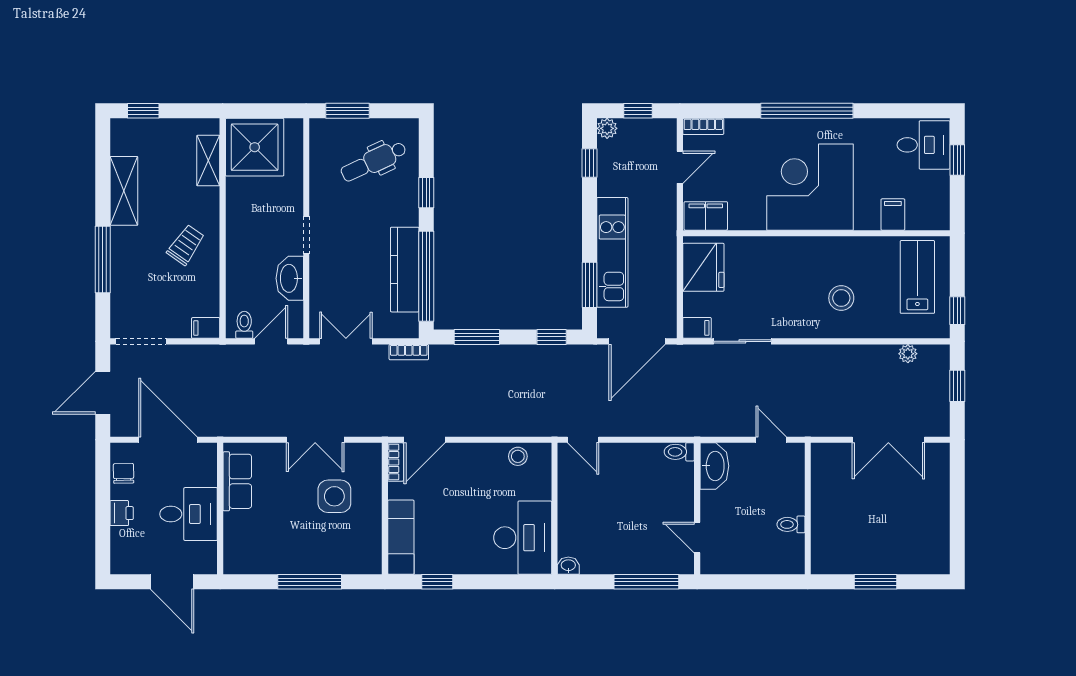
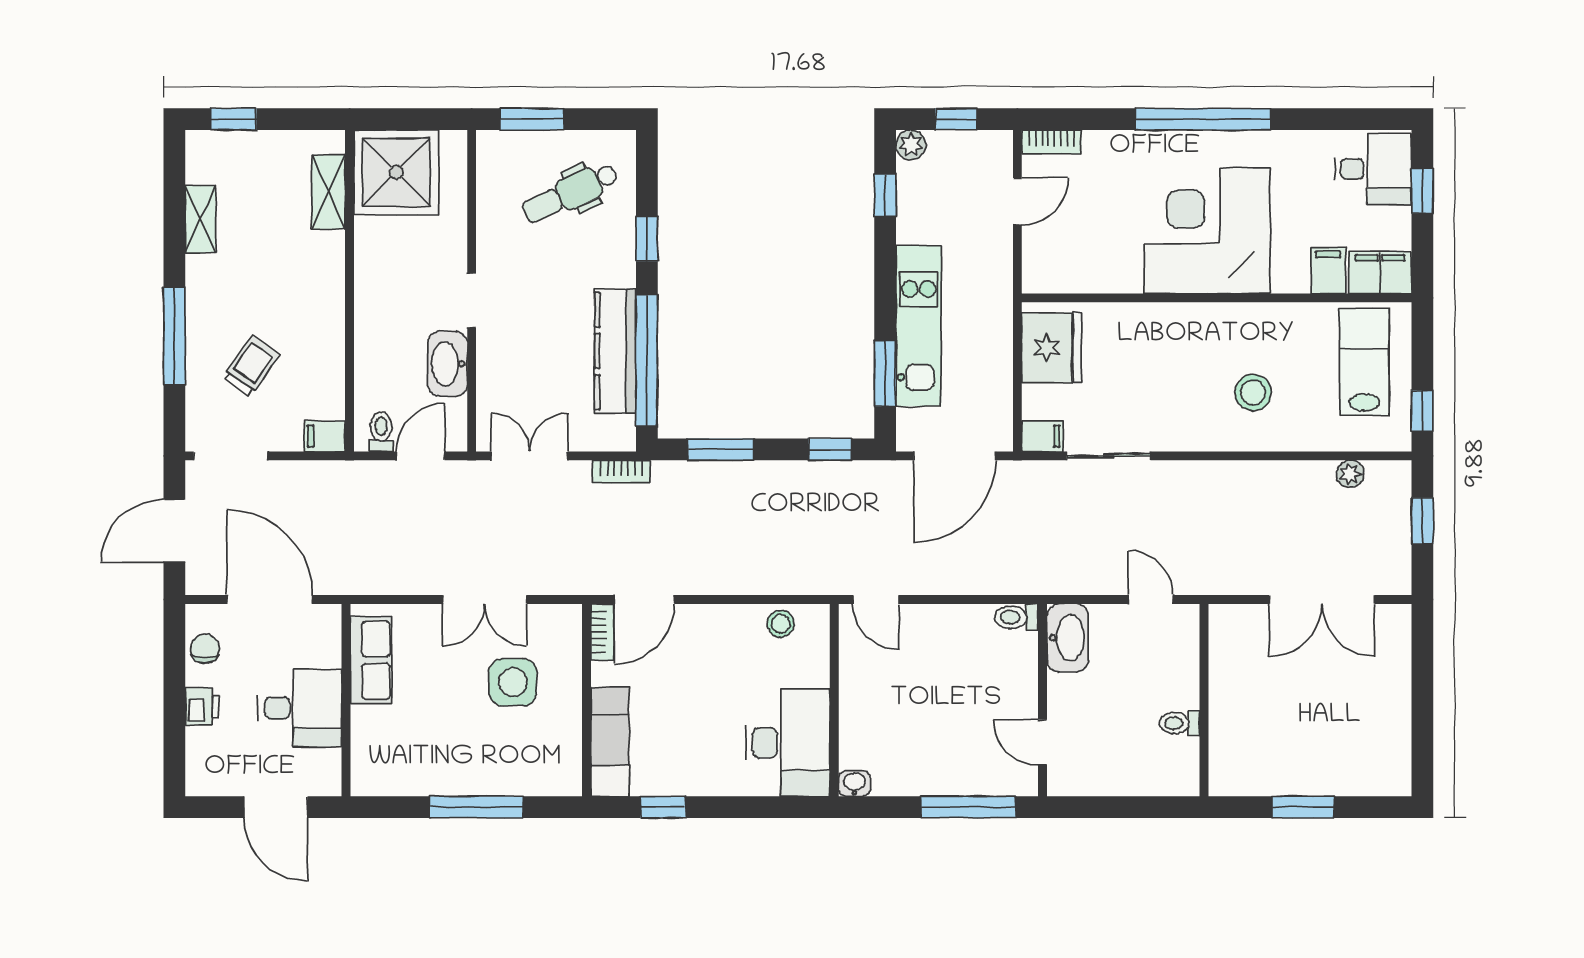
shelving: (124, 191) -> (200, 219), width x0.67, depth x0.75
filing cabinet: (706, 216) -> (1380, 273), moved
trolley: (186, 245) -> (251, 366), moved

